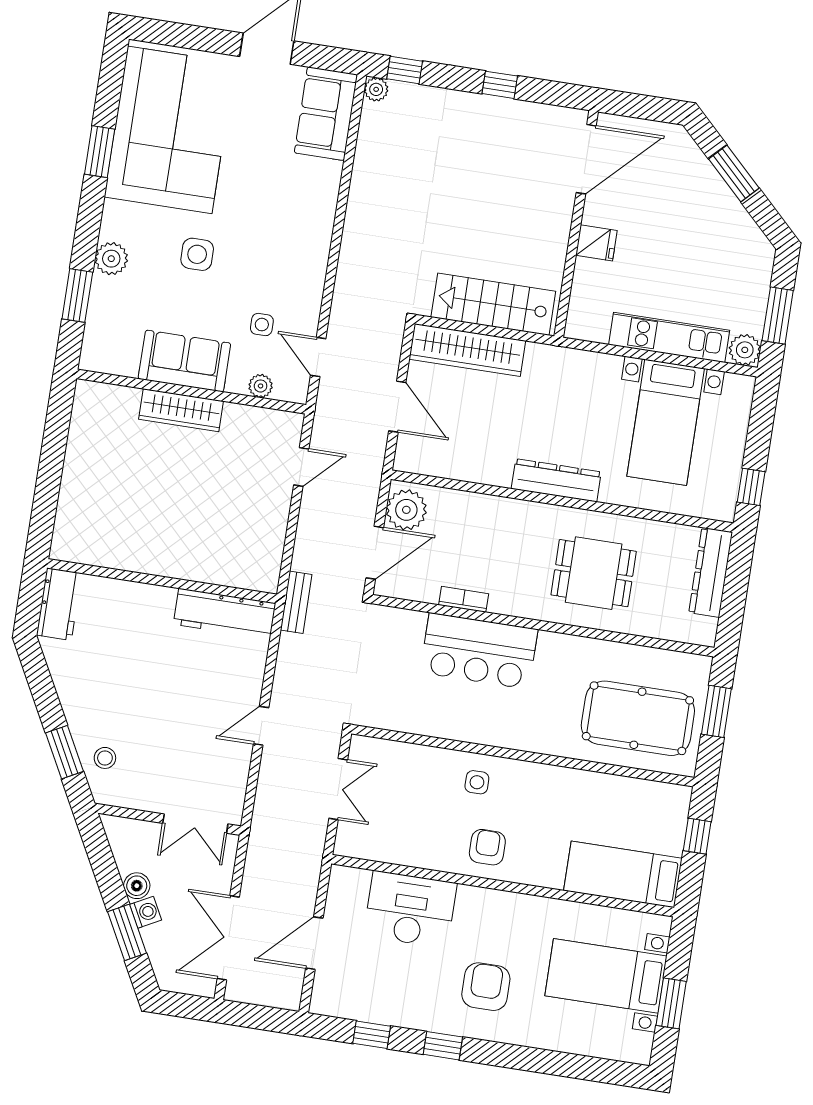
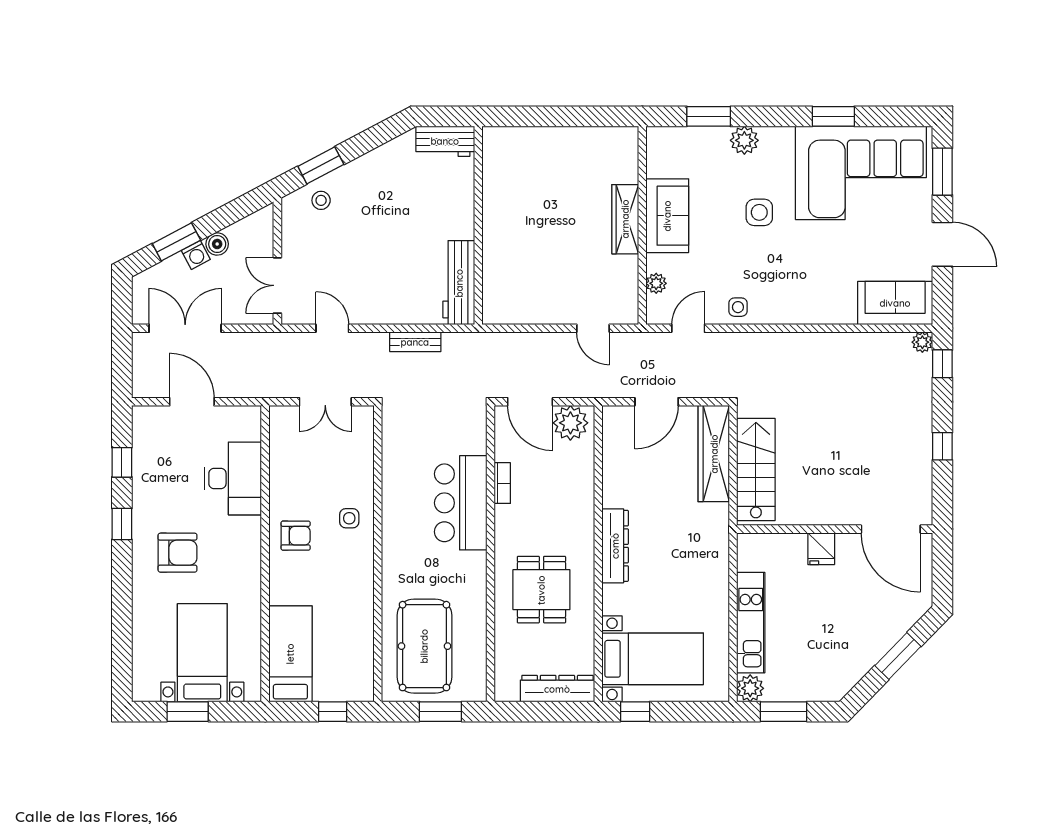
window: (183, 36) -> (942, 172), added
side table: (262, 325) -> (738, 307), moved
bed with nightstands: (666, 422) -> (653, 659), moved, turned 180
bench: (296, 602) -> (415, 342), moved
door: (261, 726) -> (332, 328), moved

